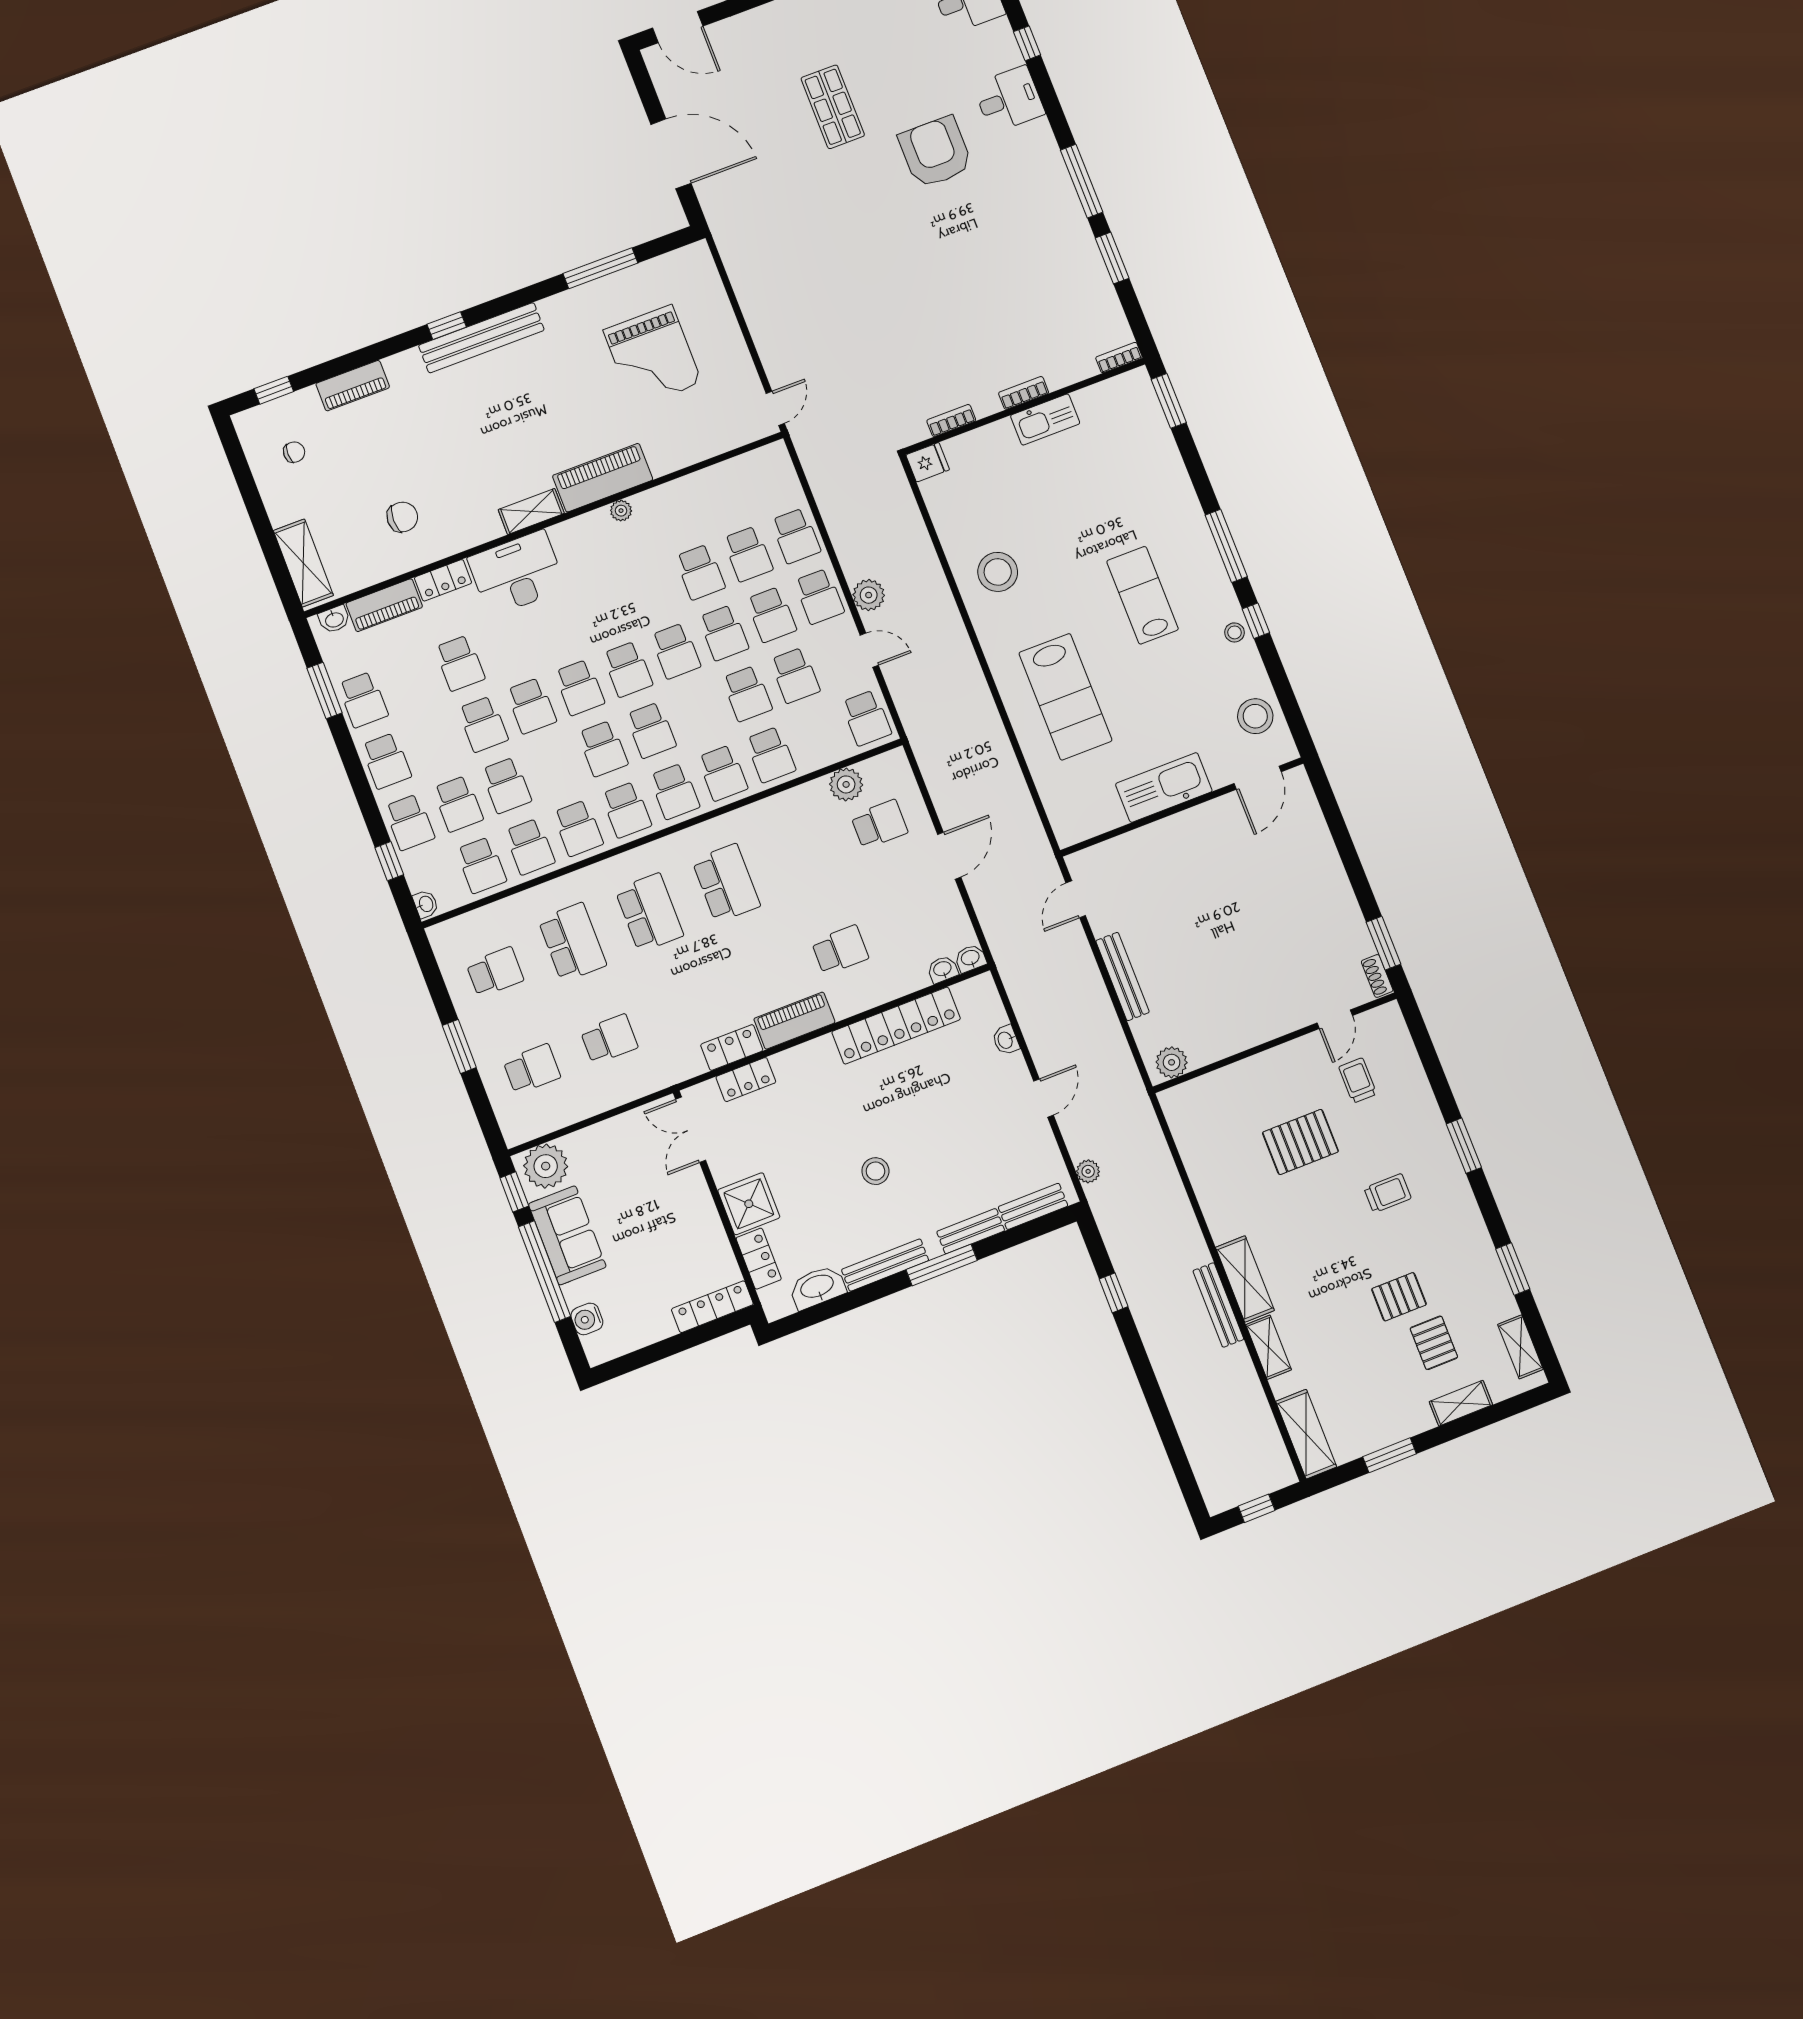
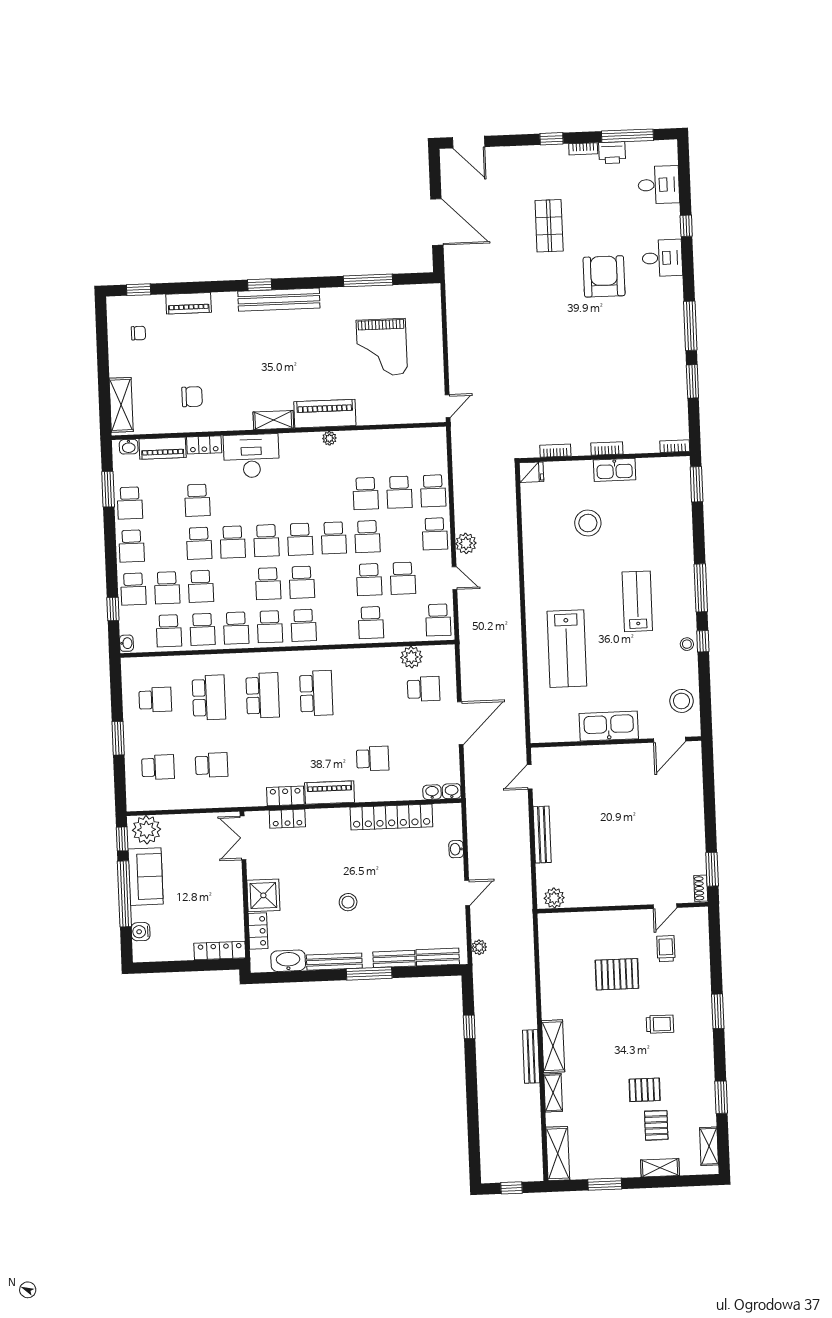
stool: (998, 572) -> (588, 523), moved
school desk: (771, 615) -> (401, 535), removed
school desk: (723, 773) -> (337, 624), removed
door: (949, 856) -> (460, 723), width x1.36

